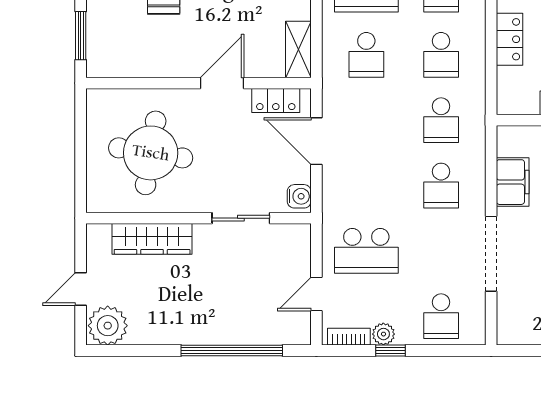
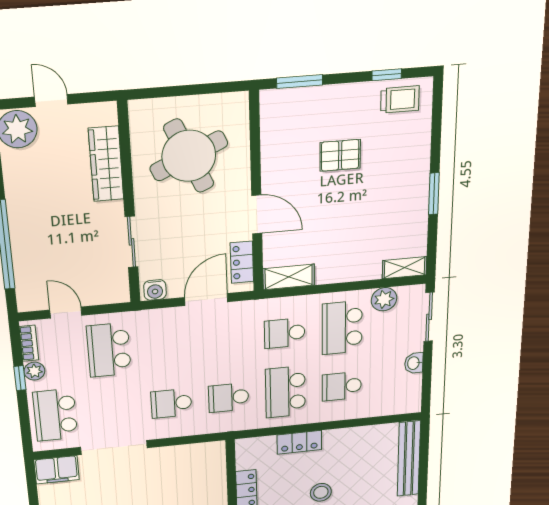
school desk: (441, 55) -> (285, 392), width x1.85
round table: (151, 153) -> (189, 156), turned -33
filing cabinet: (513, 182) -> (57, 470), moved
school desk: (441, 316) -> (55, 415), width x1.85

